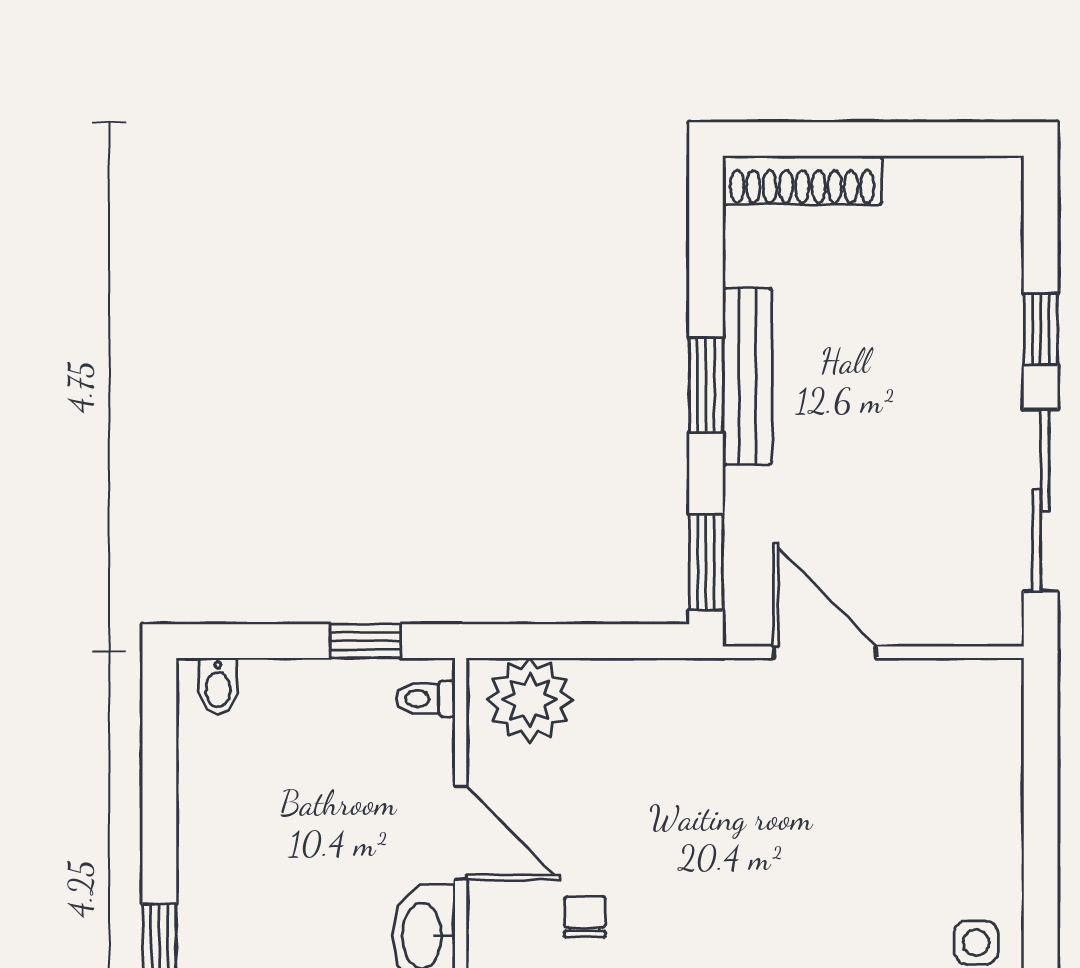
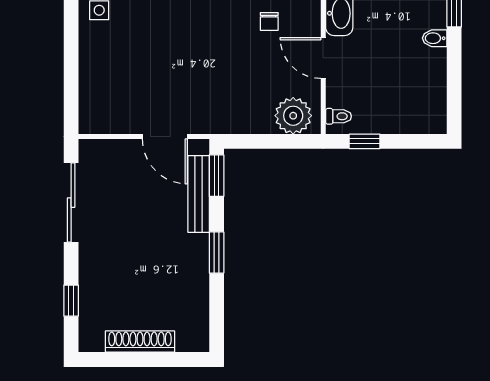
shoe rack: (802, 180) -> (140, 342), moved
window: (1041, 329) -> (71, 301), moved
bench: (747, 377) -> (199, 194), moved
bidet: (218, 686) -> (435, 38), moved, turned -90

